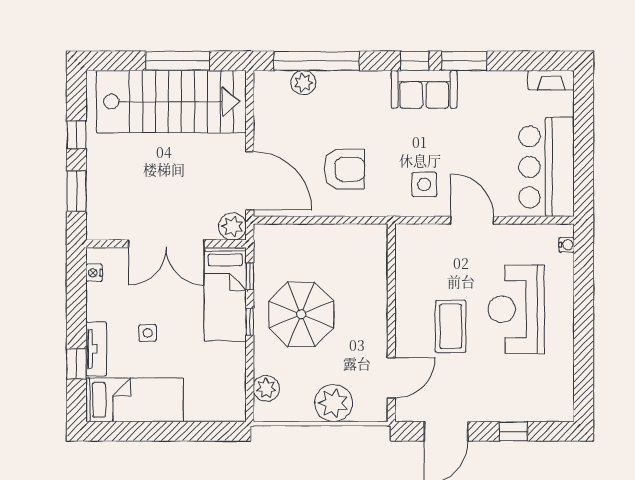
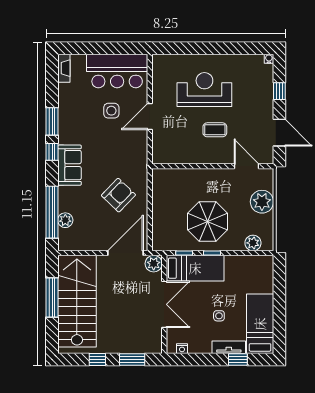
sofa: (424, 89) -> (69, 165), moved
armchair: (344, 169) -> (118, 195), turned 44
side table: (424, 184) -> (111, 111), moved
water cooler: (567, 245) -> (269, 59), moved
reception desk: (516, 309) -> (204, 90), turned 180
coffee table: (451, 326) -> (215, 130), width x0.73, depth x0.77

